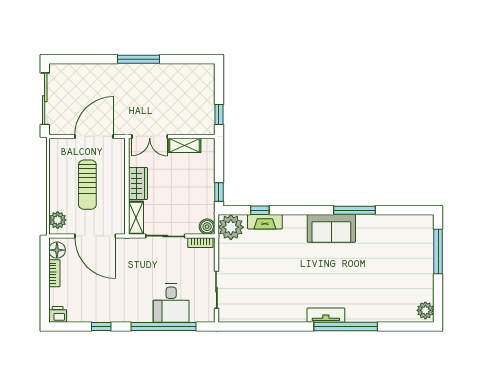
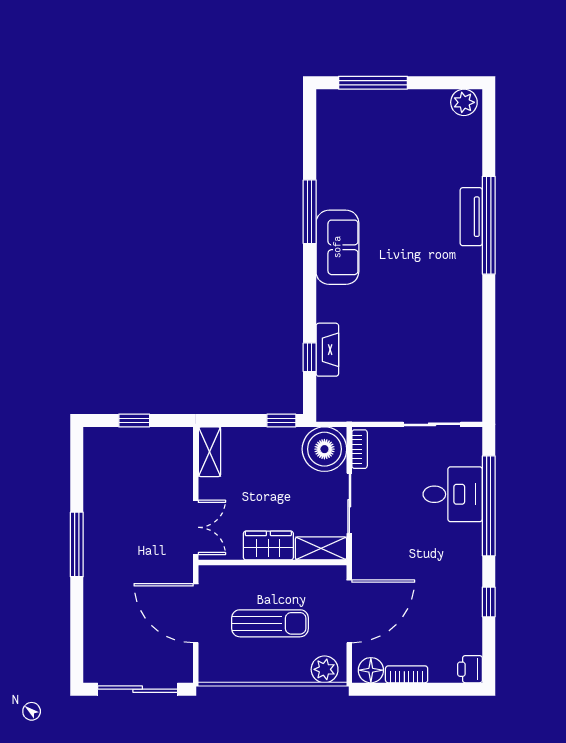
window: (219, 114) -> (134, 420), moved
shelving: (185, 145) -> (209, 452), moved
boiler: (207, 227) -> (324, 449), width x1.86, depth x1.86
plant: (231, 227) -> (336, 402), removed
tv unit: (326, 315) -> (471, 217), moved

